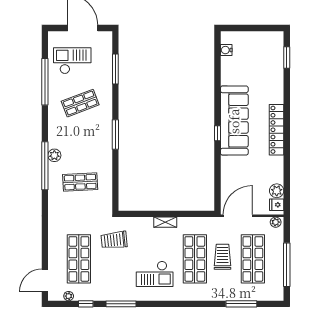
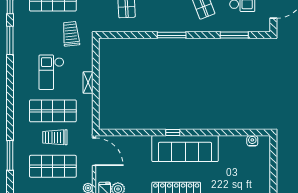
trolley: (222, 257) -> (55, 137), turned 180
checkout: (155, 274) -> (51, 72), moved

